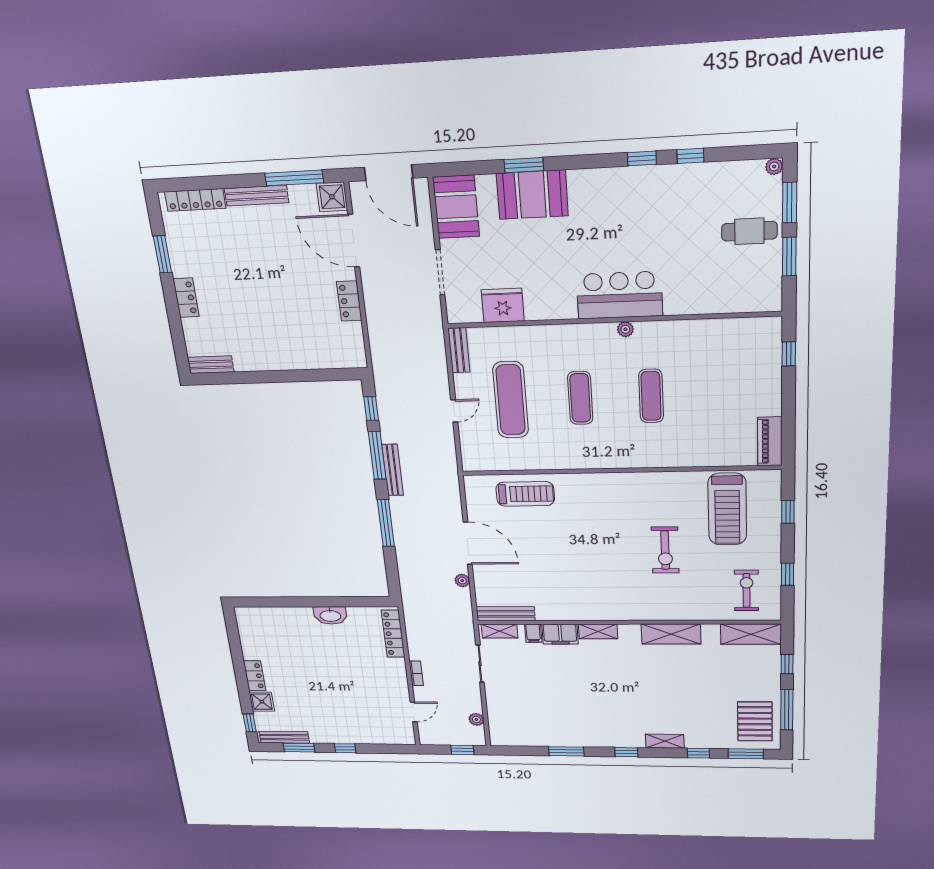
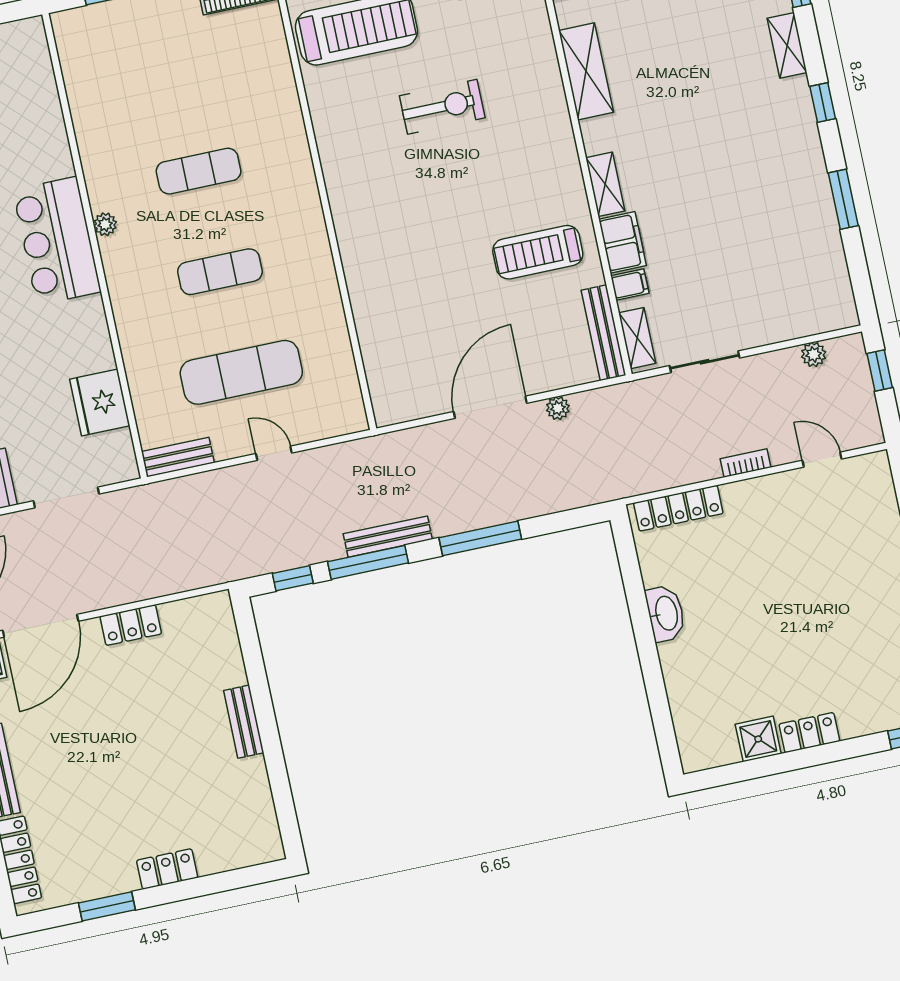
bench: (211, 365) -> (244, 722), moved
treadmill: (525, 494) -> (538, 252), moved, turned -90
shower: (262, 702) -> (758, 739), moved

